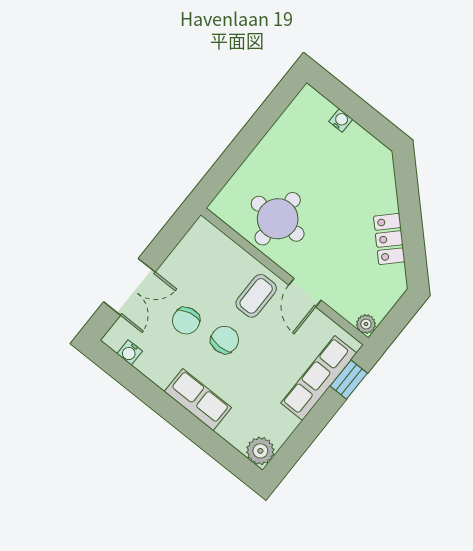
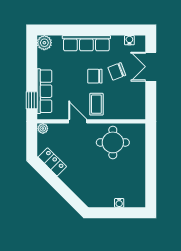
locker: (389, 239) -> (52, 162), moved
chair: (186, 321) -> (117, 71), turned -98
chair: (225, 340) -> (95, 76), turned 90
row of seats: (198, 400) -> (86, 43), width x1.48

